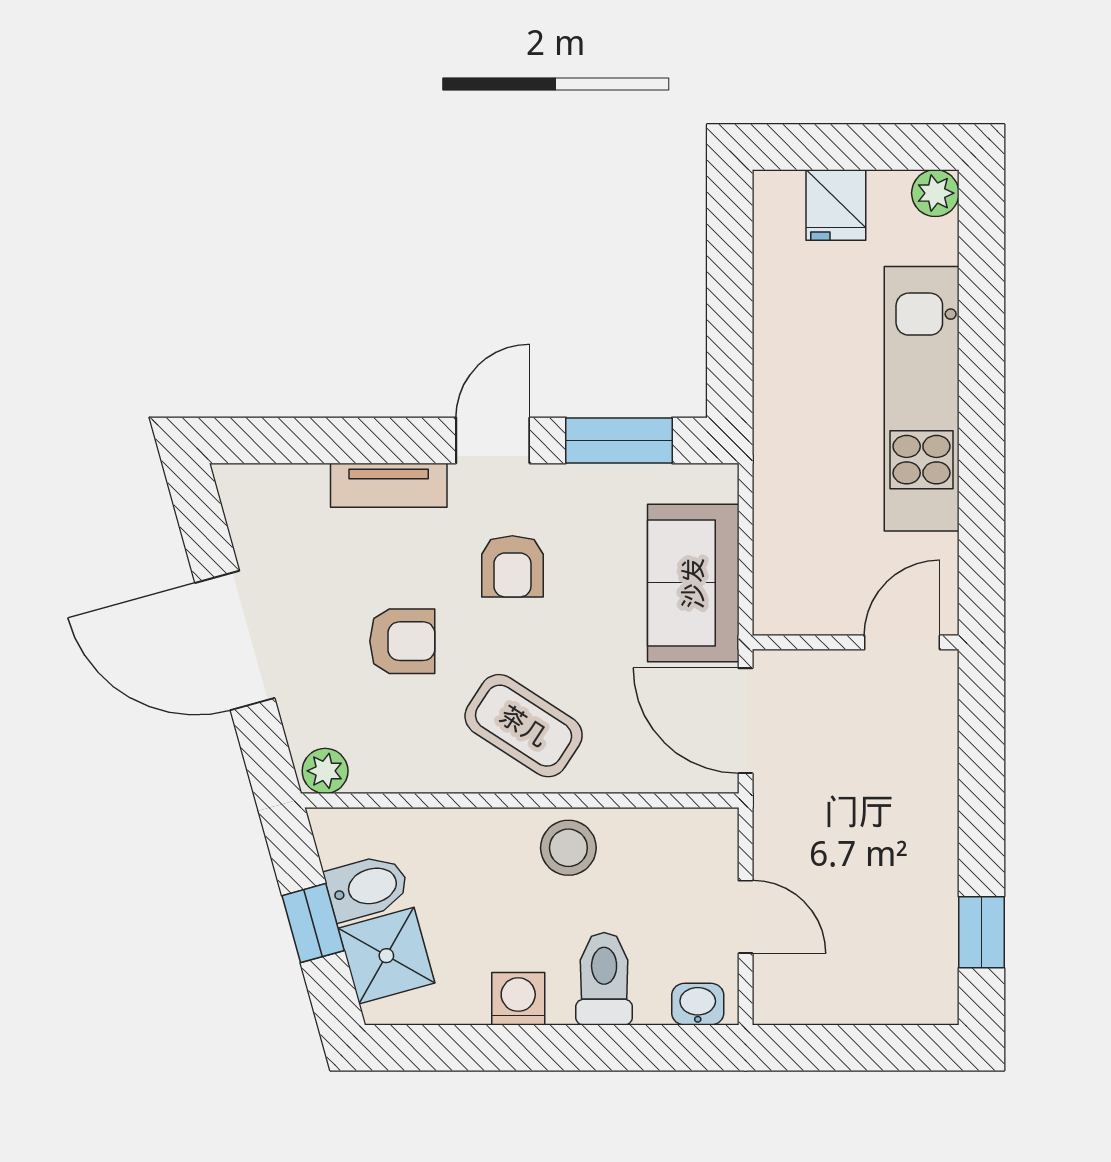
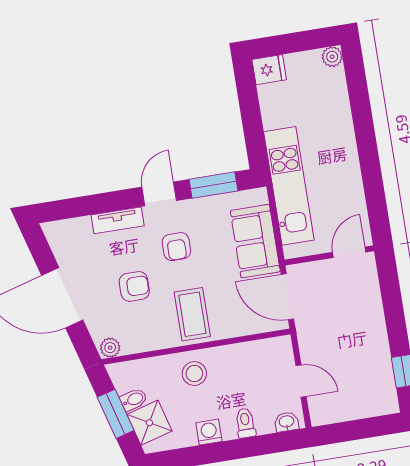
fridge: (836, 205) -> (269, 70), moved, turned -90
kitchen unit: (922, 399) -> (289, 186), moved, turned 180
coffee table: (524, 726) -> (192, 314), turned 57
stool: (568, 848) -> (194, 374), moved
bidet: (367, 887) -> (134, 400), width x0.72, depth x0.74
window: (313, 923) -> (116, 414), width x1.50
toilet: (604, 979) -> (245, 423), width x0.73, depth x0.72

